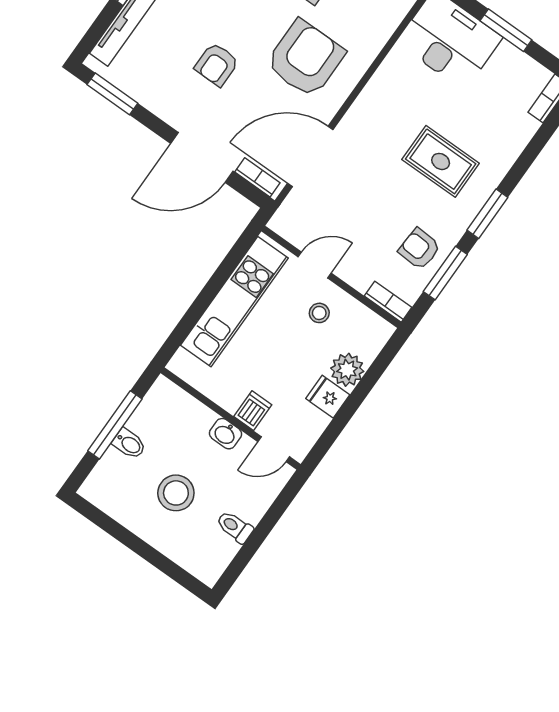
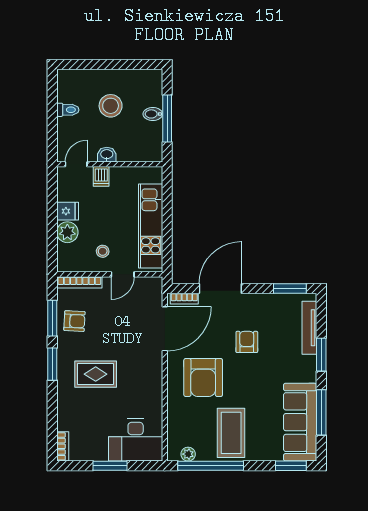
bookcase: (388, 302) -> (79, 282), width x1.56

